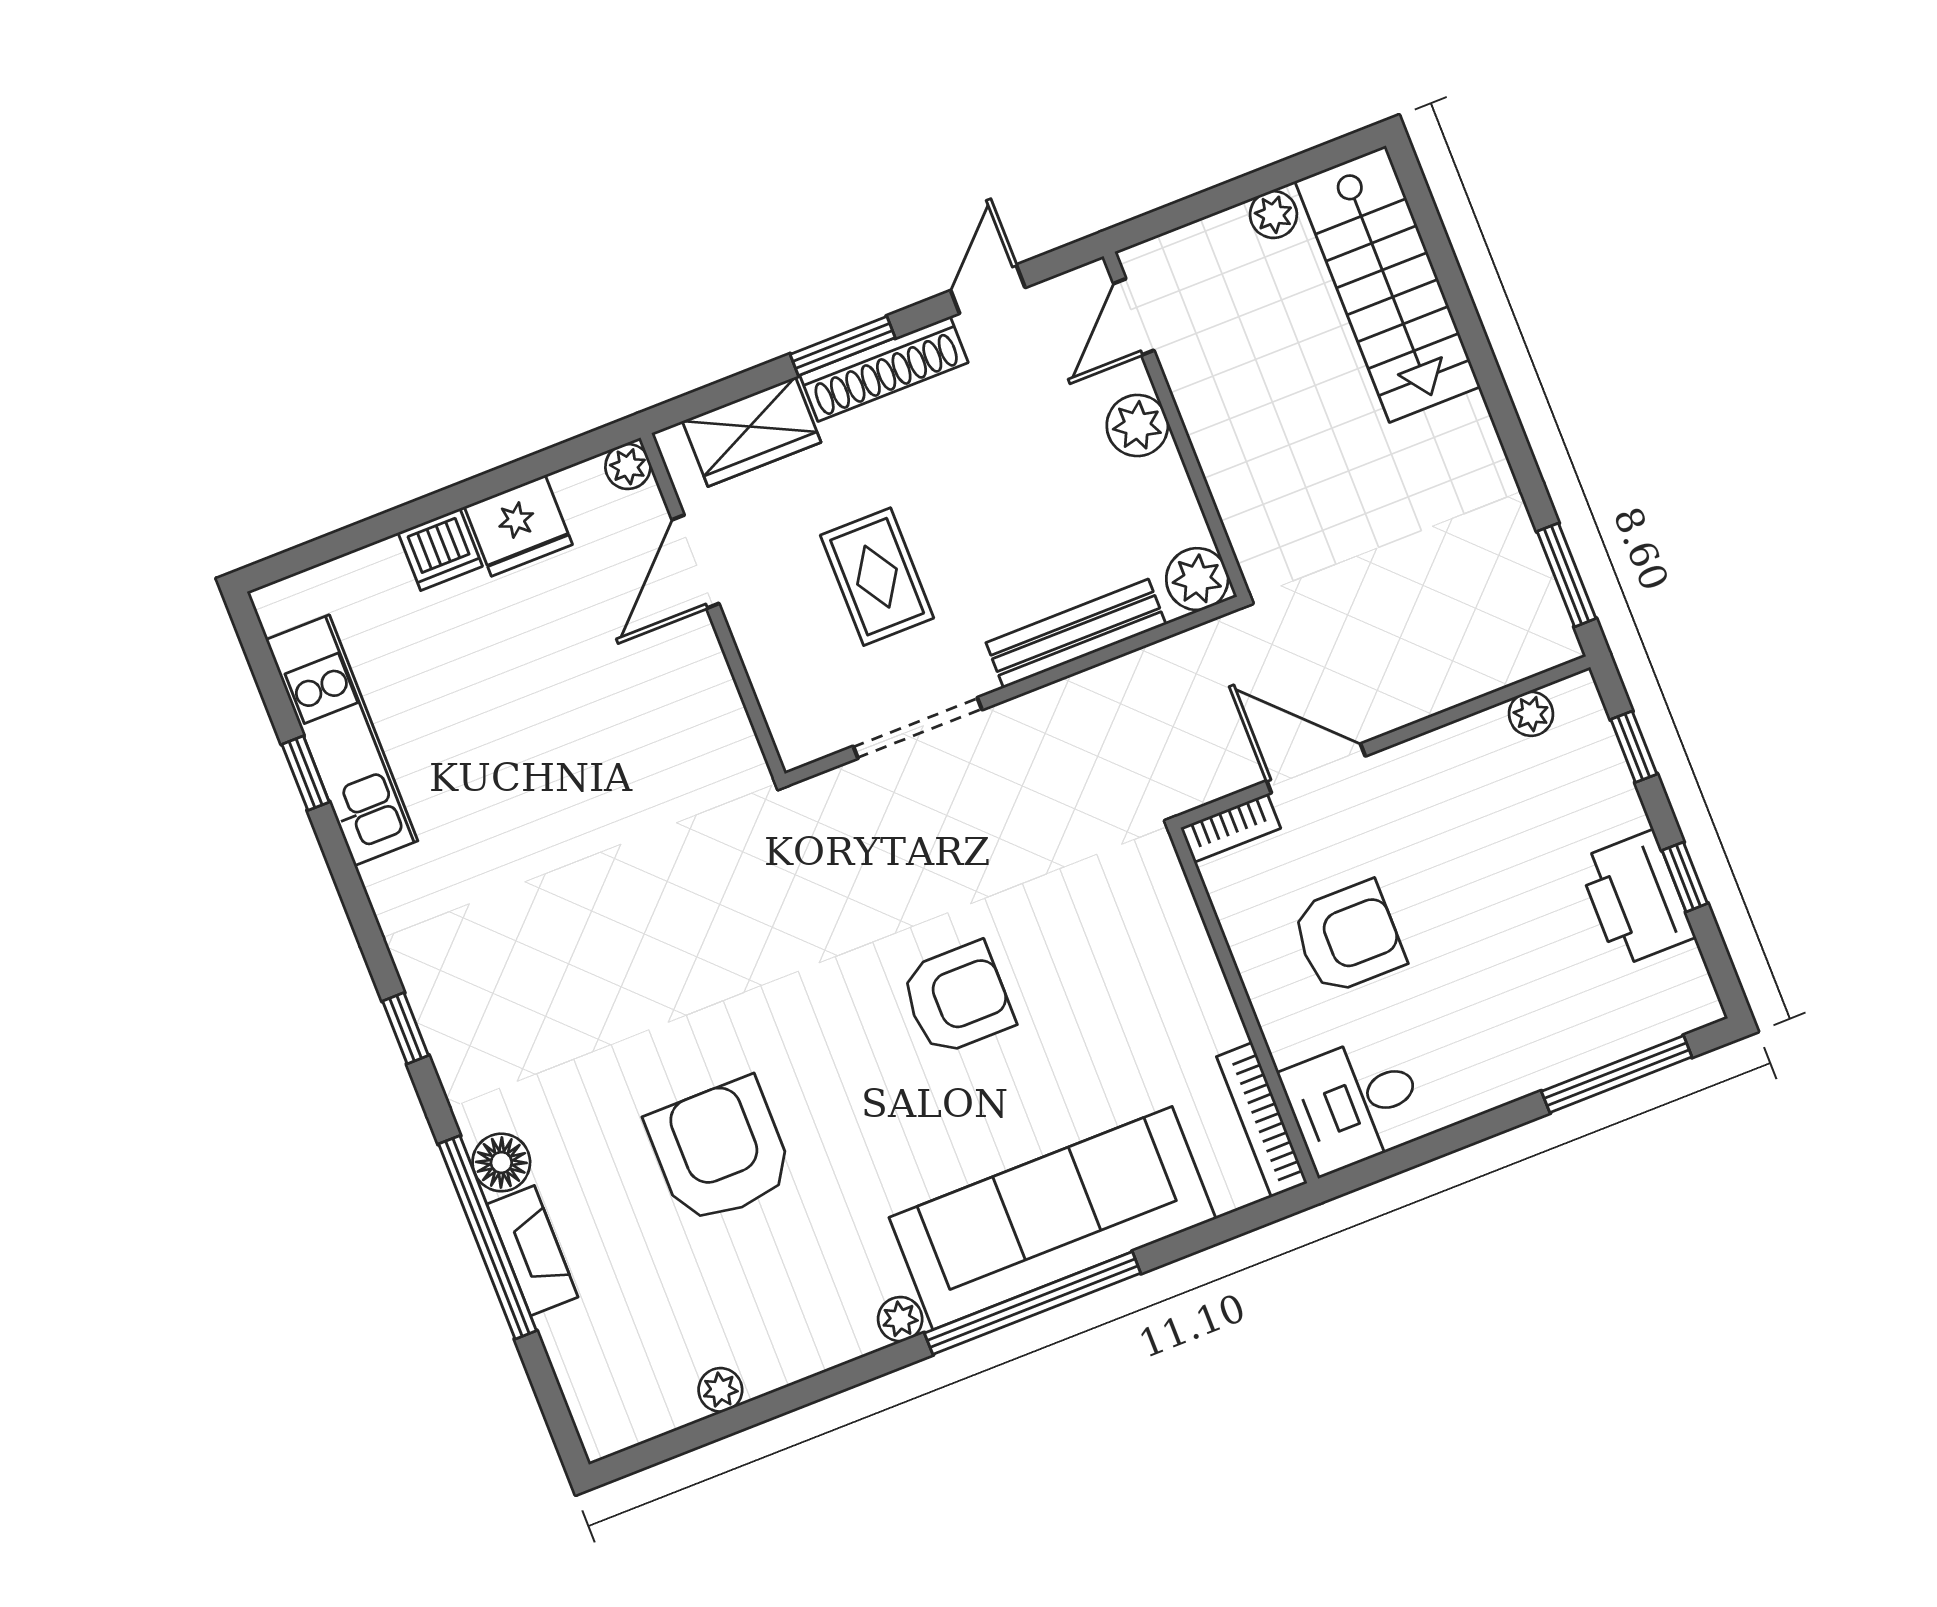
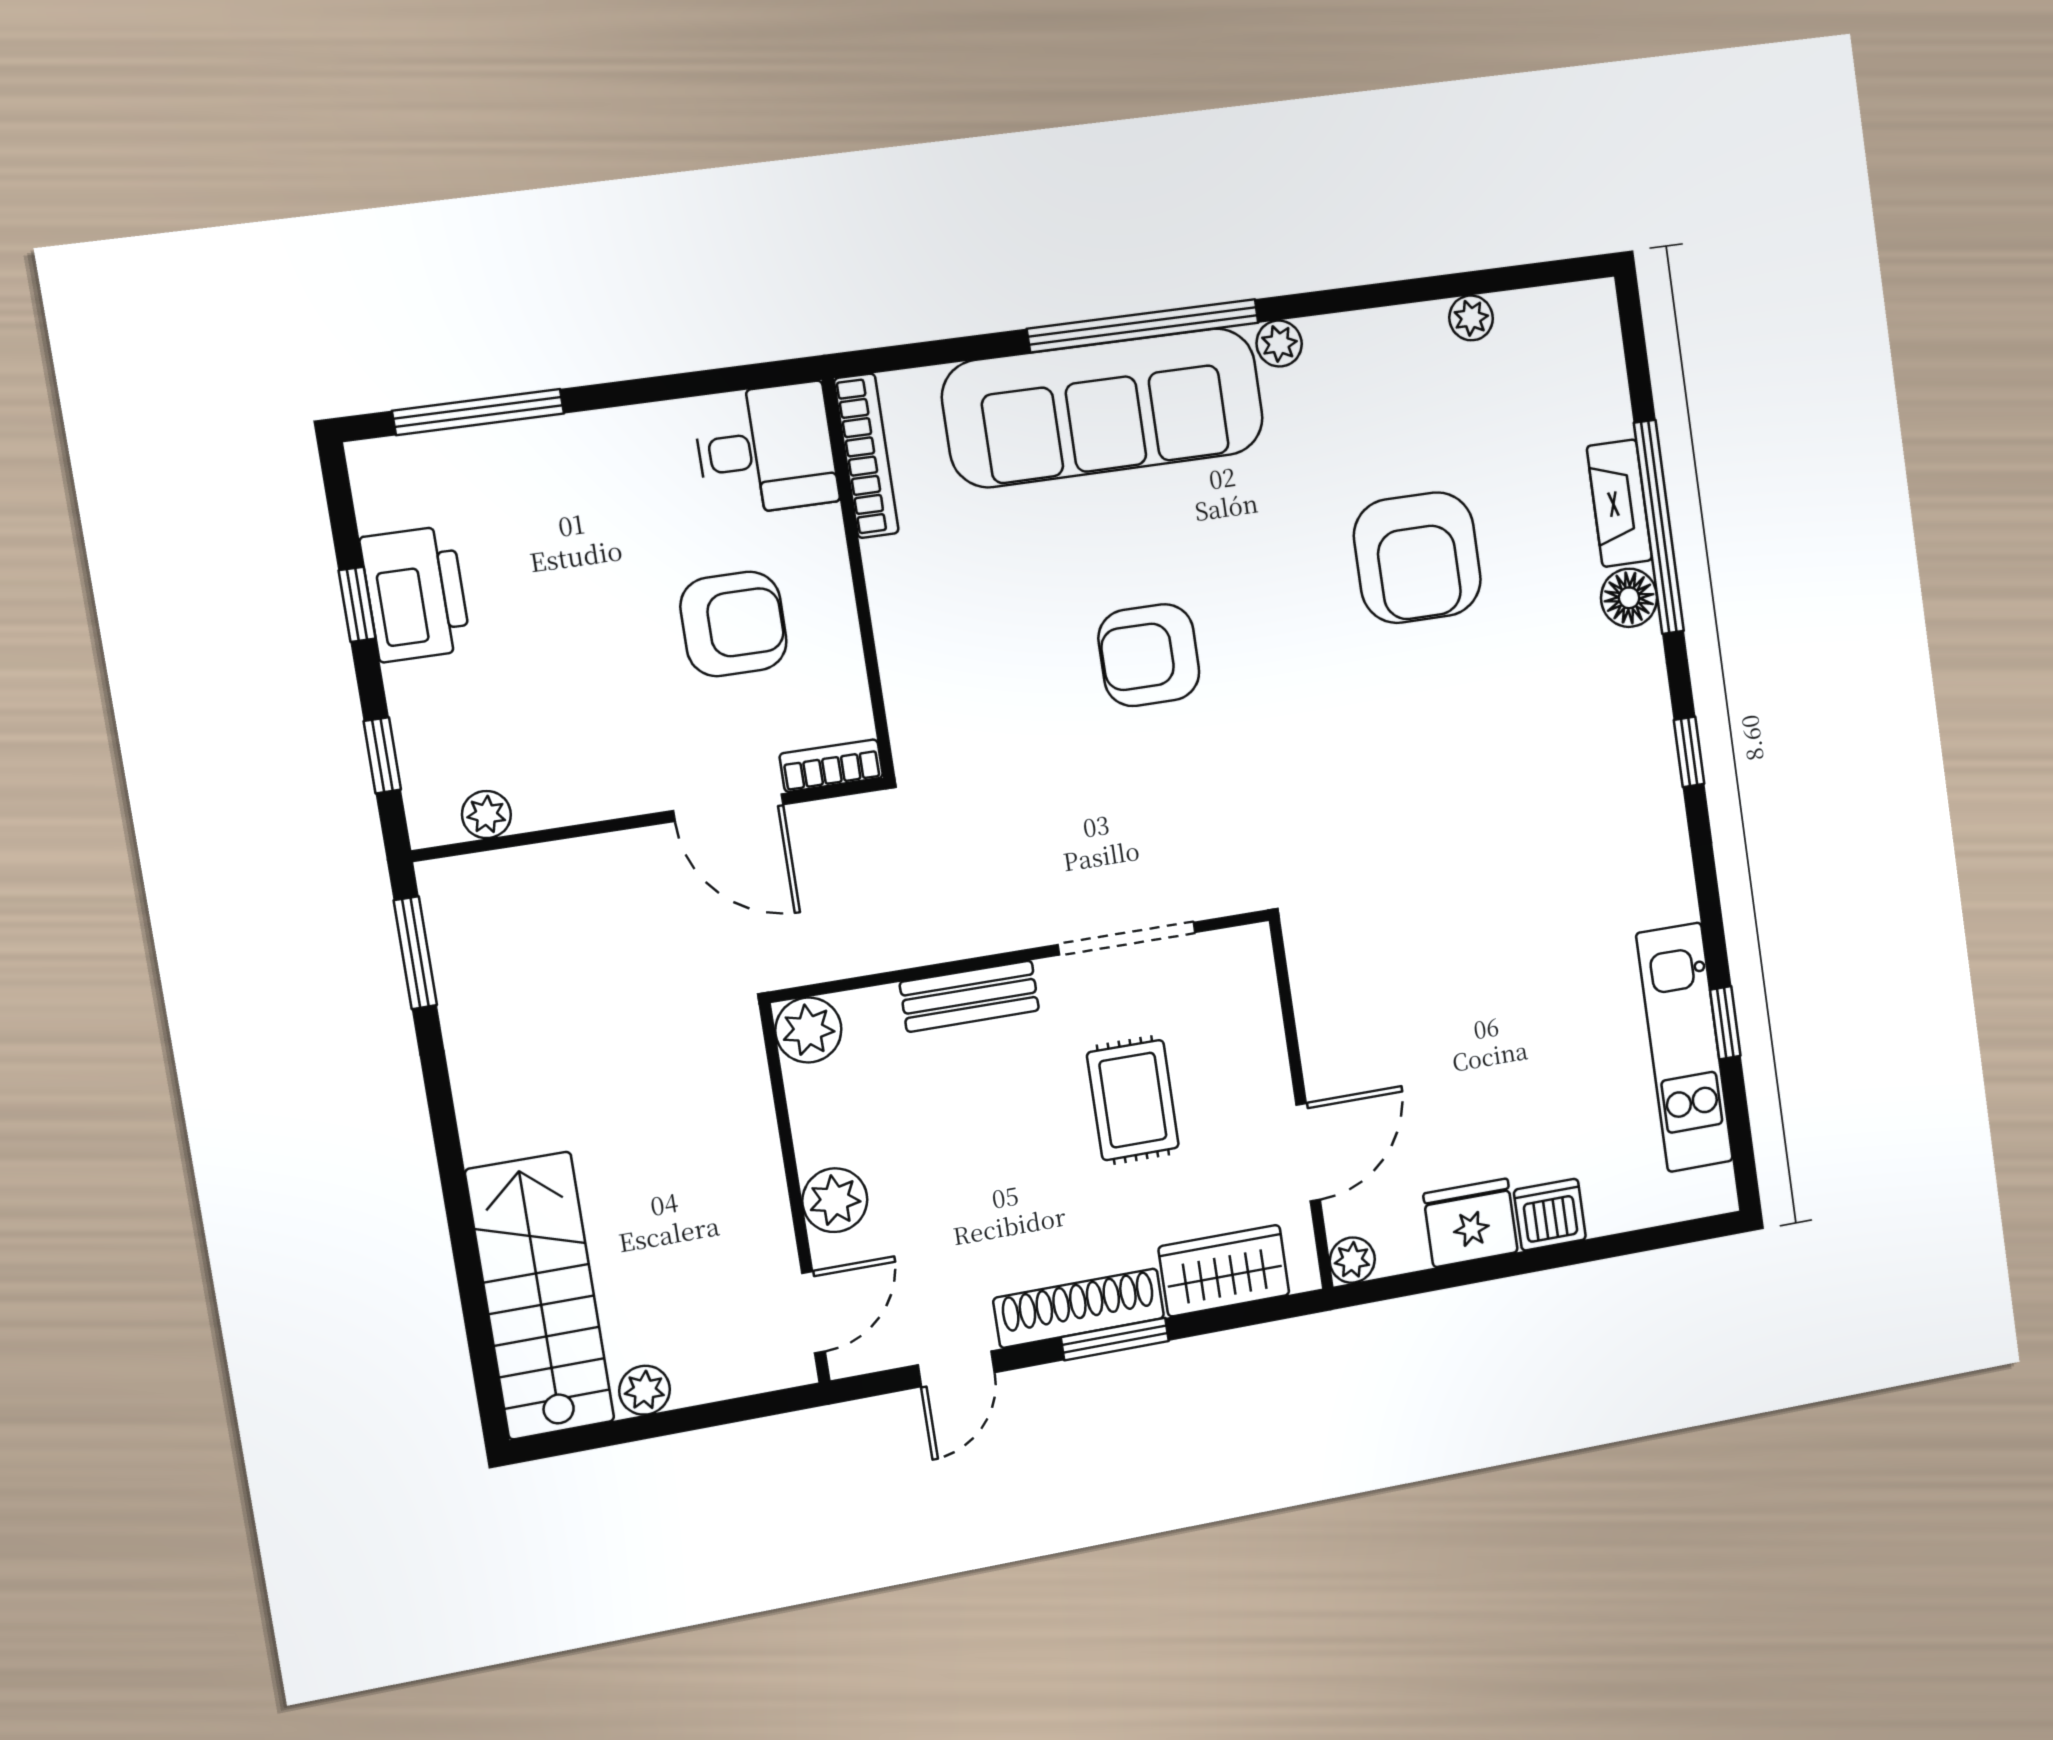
bench: (1076, 634) -> (969, 996), width x0.73
armchair: (1348, 937) -> (734, 624), turned 180

